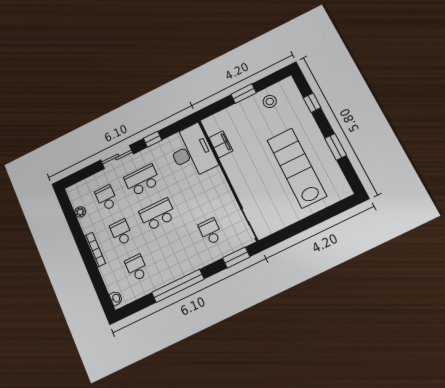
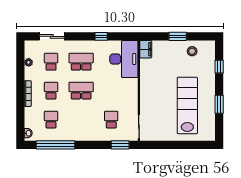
filing cabinet: (221, 144) -> (146, 49), moved
sliding door: (117, 157) -> (52, 36), moved
window: (178, 286) -> (55, 145), moved

